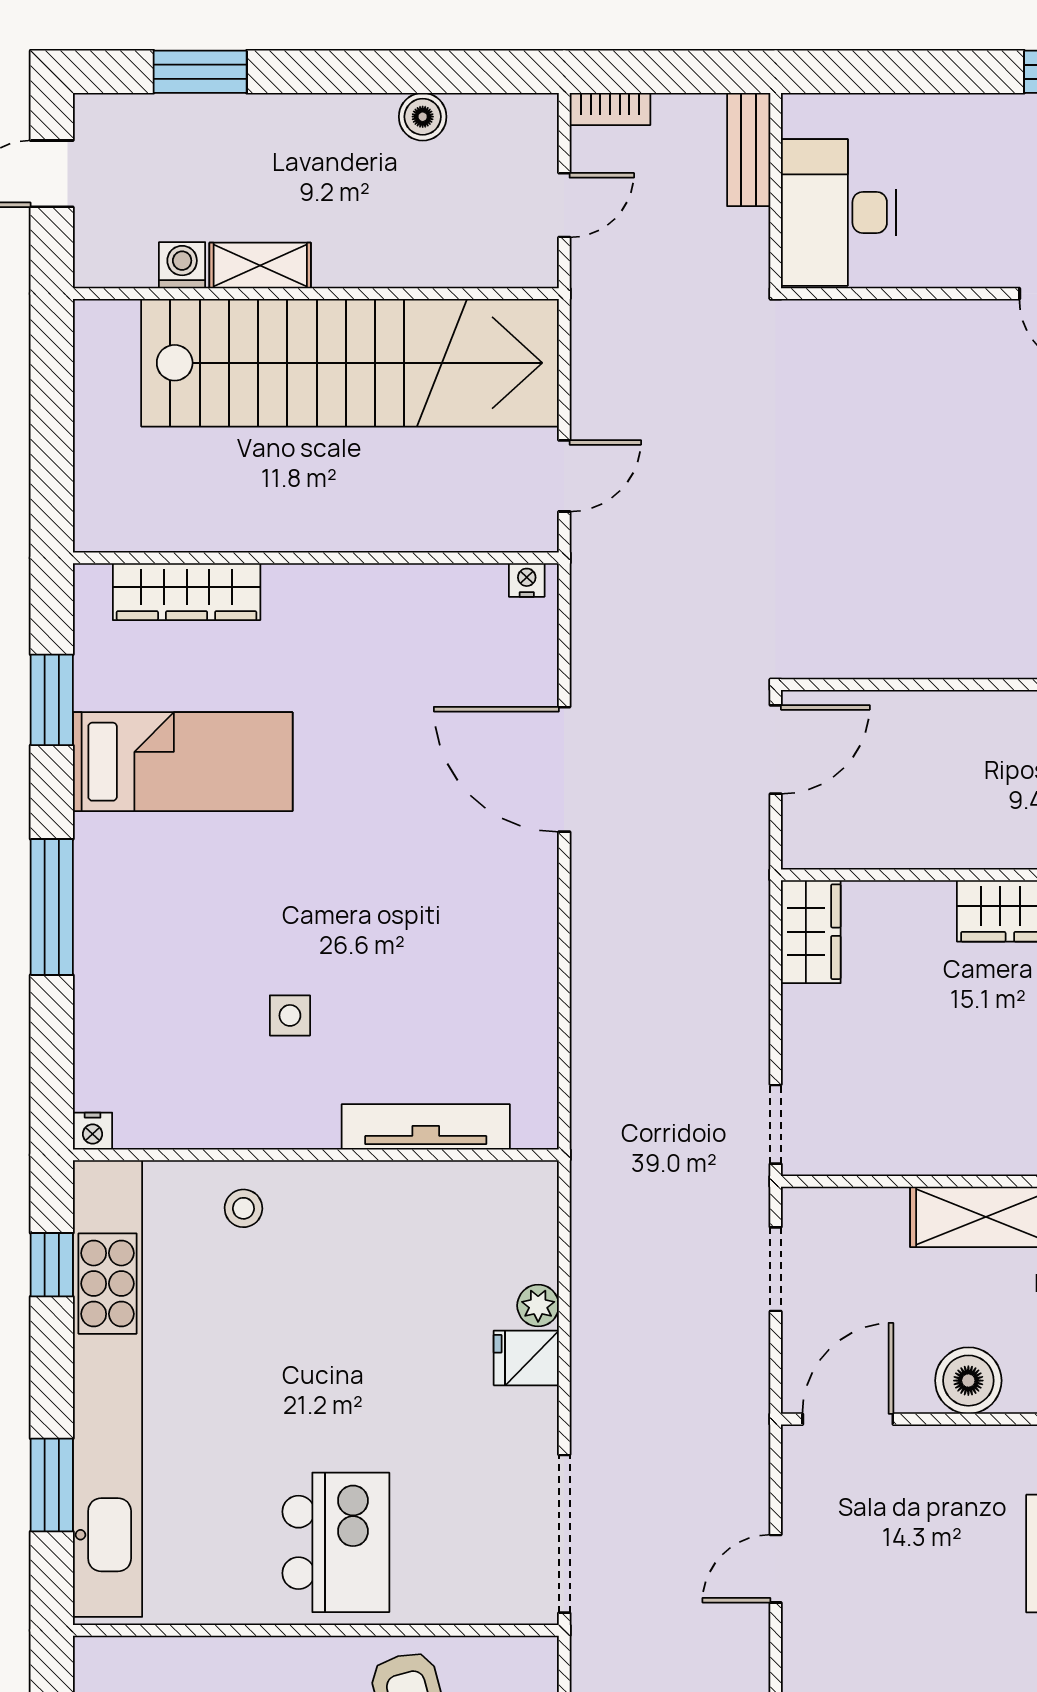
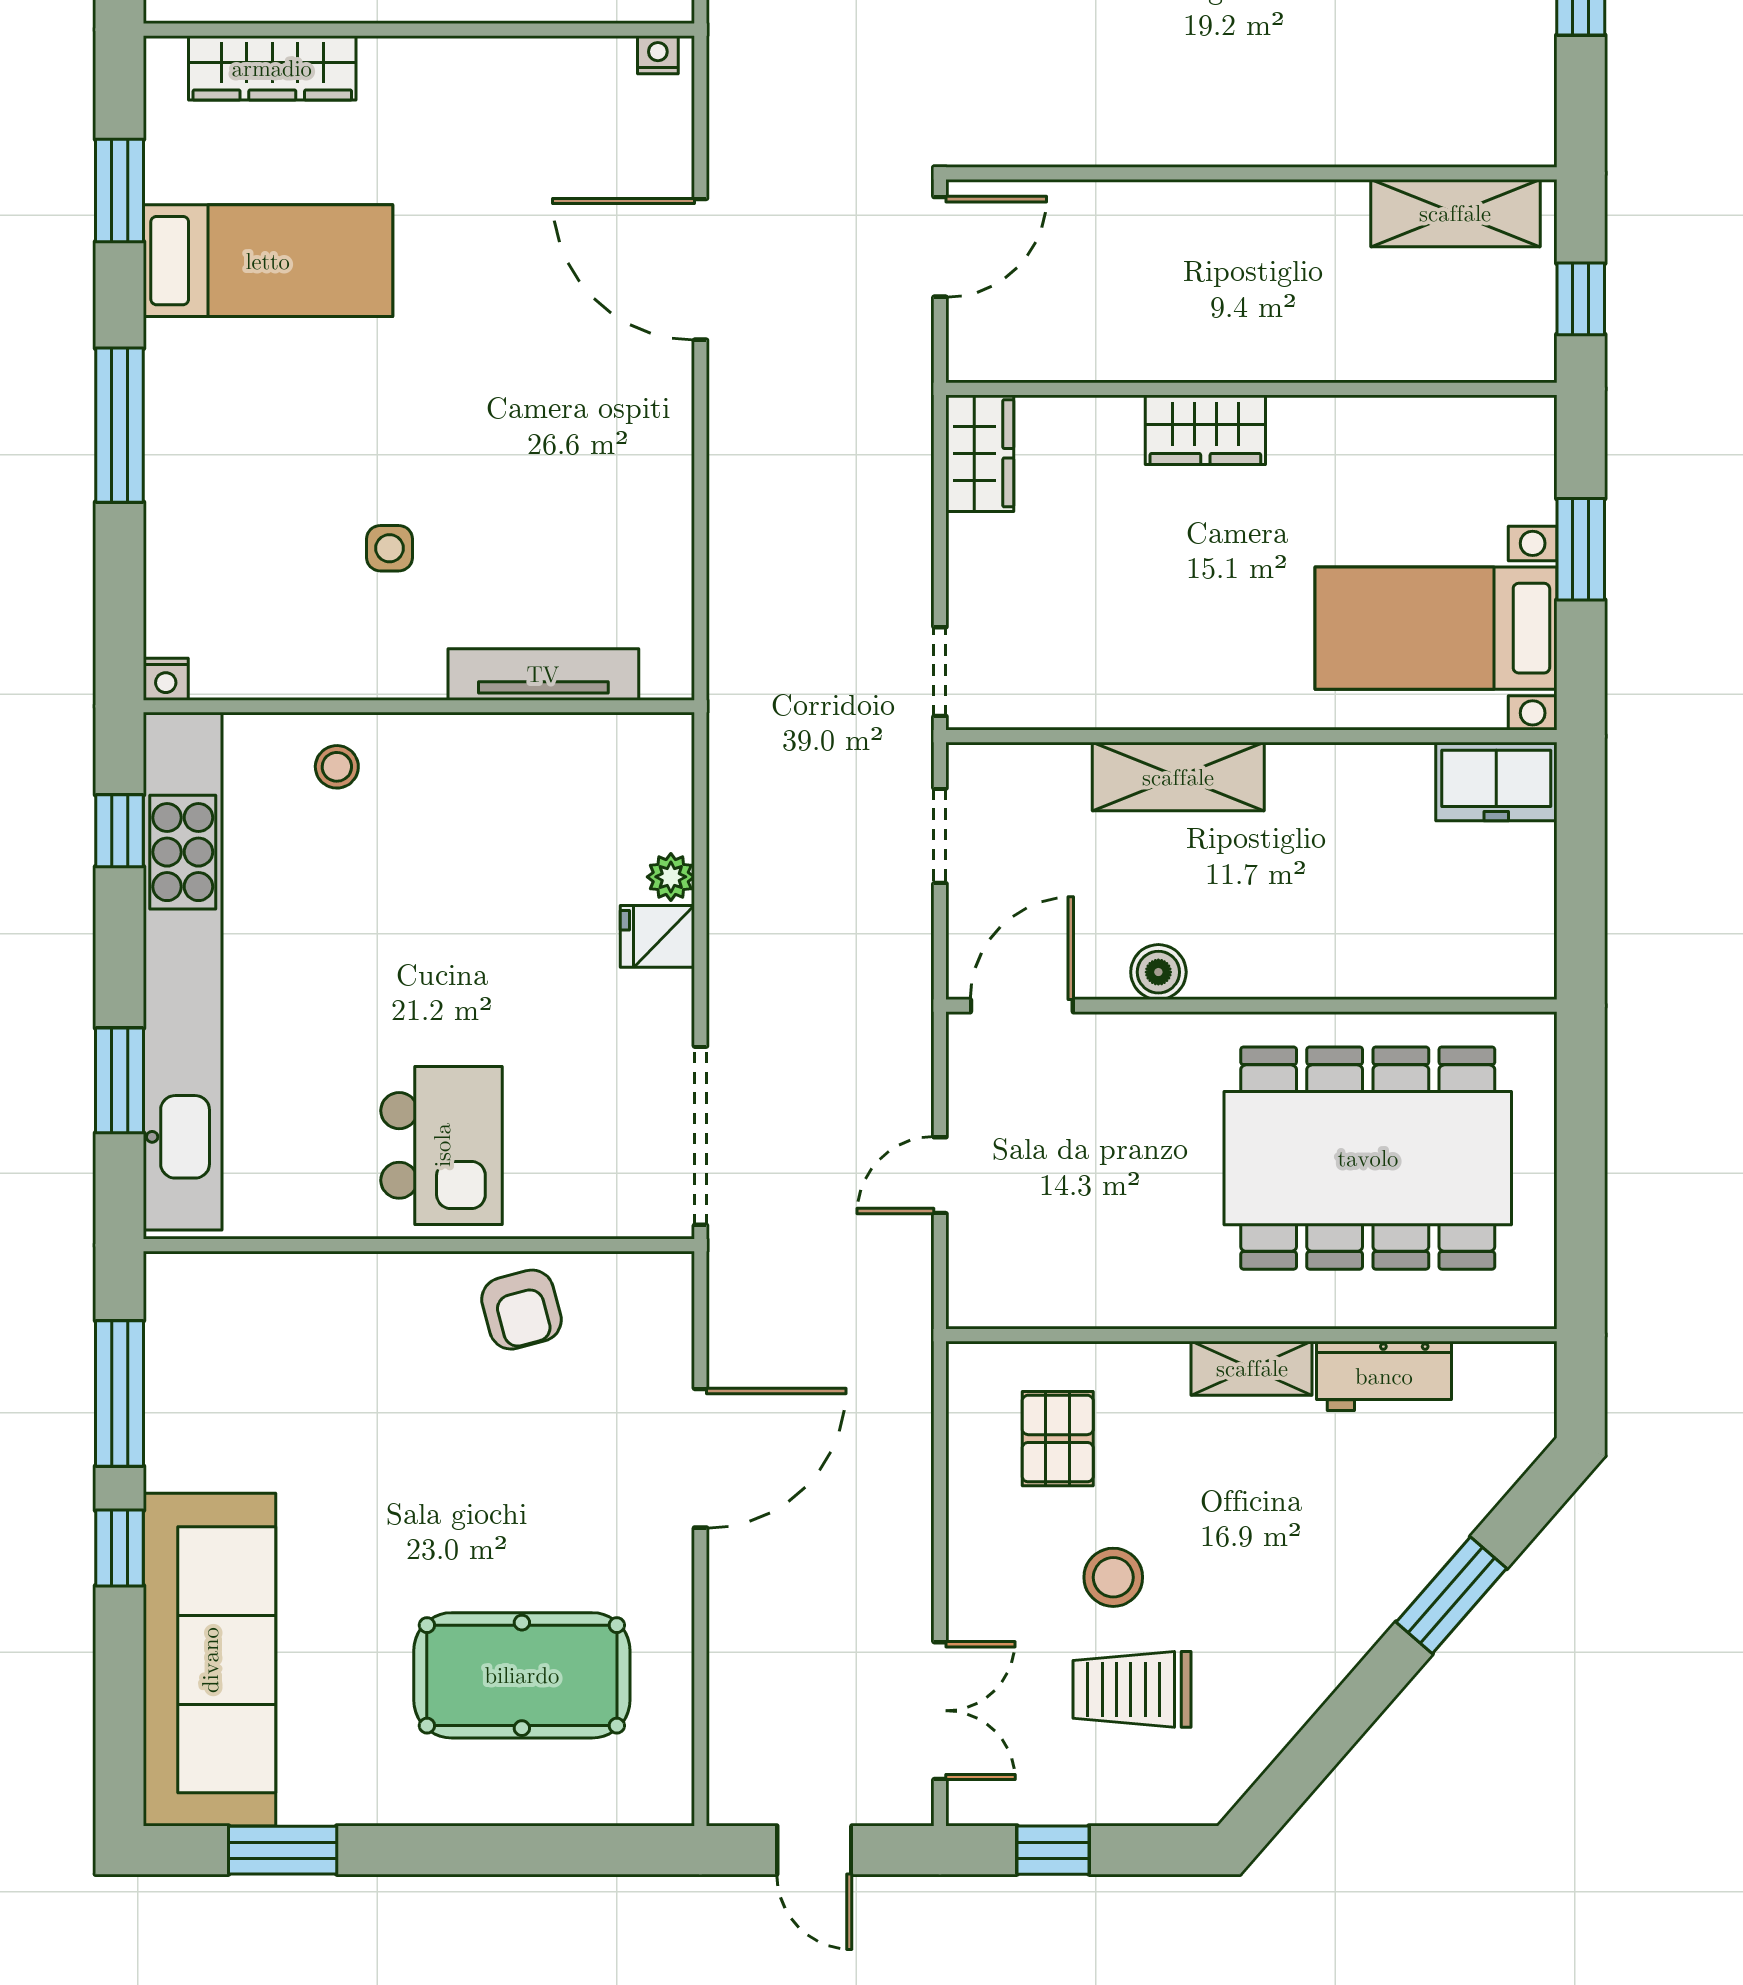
boiler: (968, 1381) -> (1158, 972), width x0.73, depth x0.73

